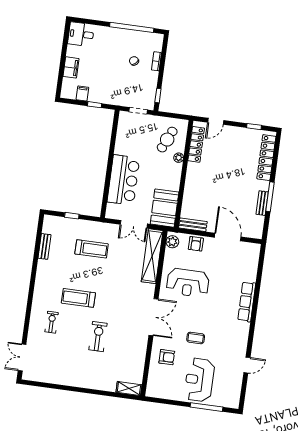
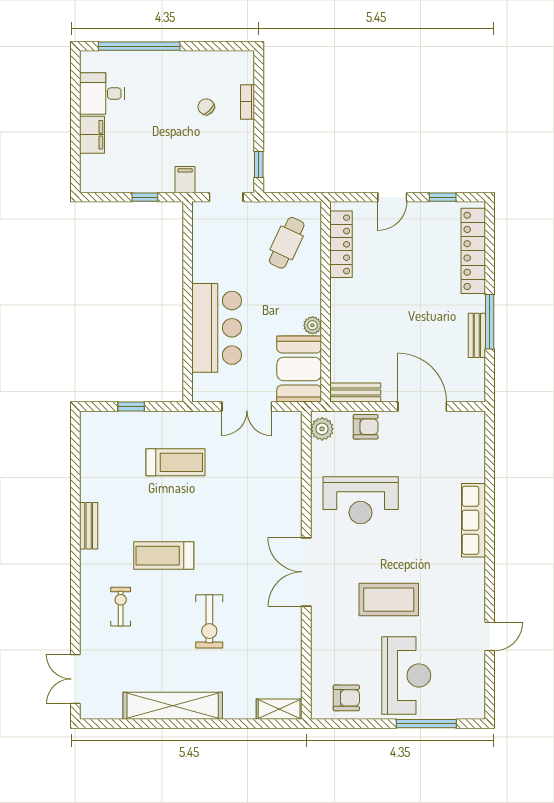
window: (132, 27) -> (139, 46), moved
desk: (81, 34) -> (102, 94), moved
filing cabinet: (82, 94) -> (185, 180), moved
door: (216, 121) -> (392, 197), moved
plant: (179, 158) -> (312, 325), moved
armchair: (196, 244) -> (366, 427), turned -90
bench: (44, 246) -> (89, 526), moved
shelving: (152, 256) -> (173, 706), moved, turned 90
double door: (153, 317) -> (306, 572), swing flipped
exercise bike: (98, 337) -> (209, 621), turned 180
coffee table: (196, 338) -> (389, 600), width x1.86, depth x1.72
armchair: (167, 357) -> (346, 698), moved
reception desk: (199, 380) -> (406, 675), turned 180

